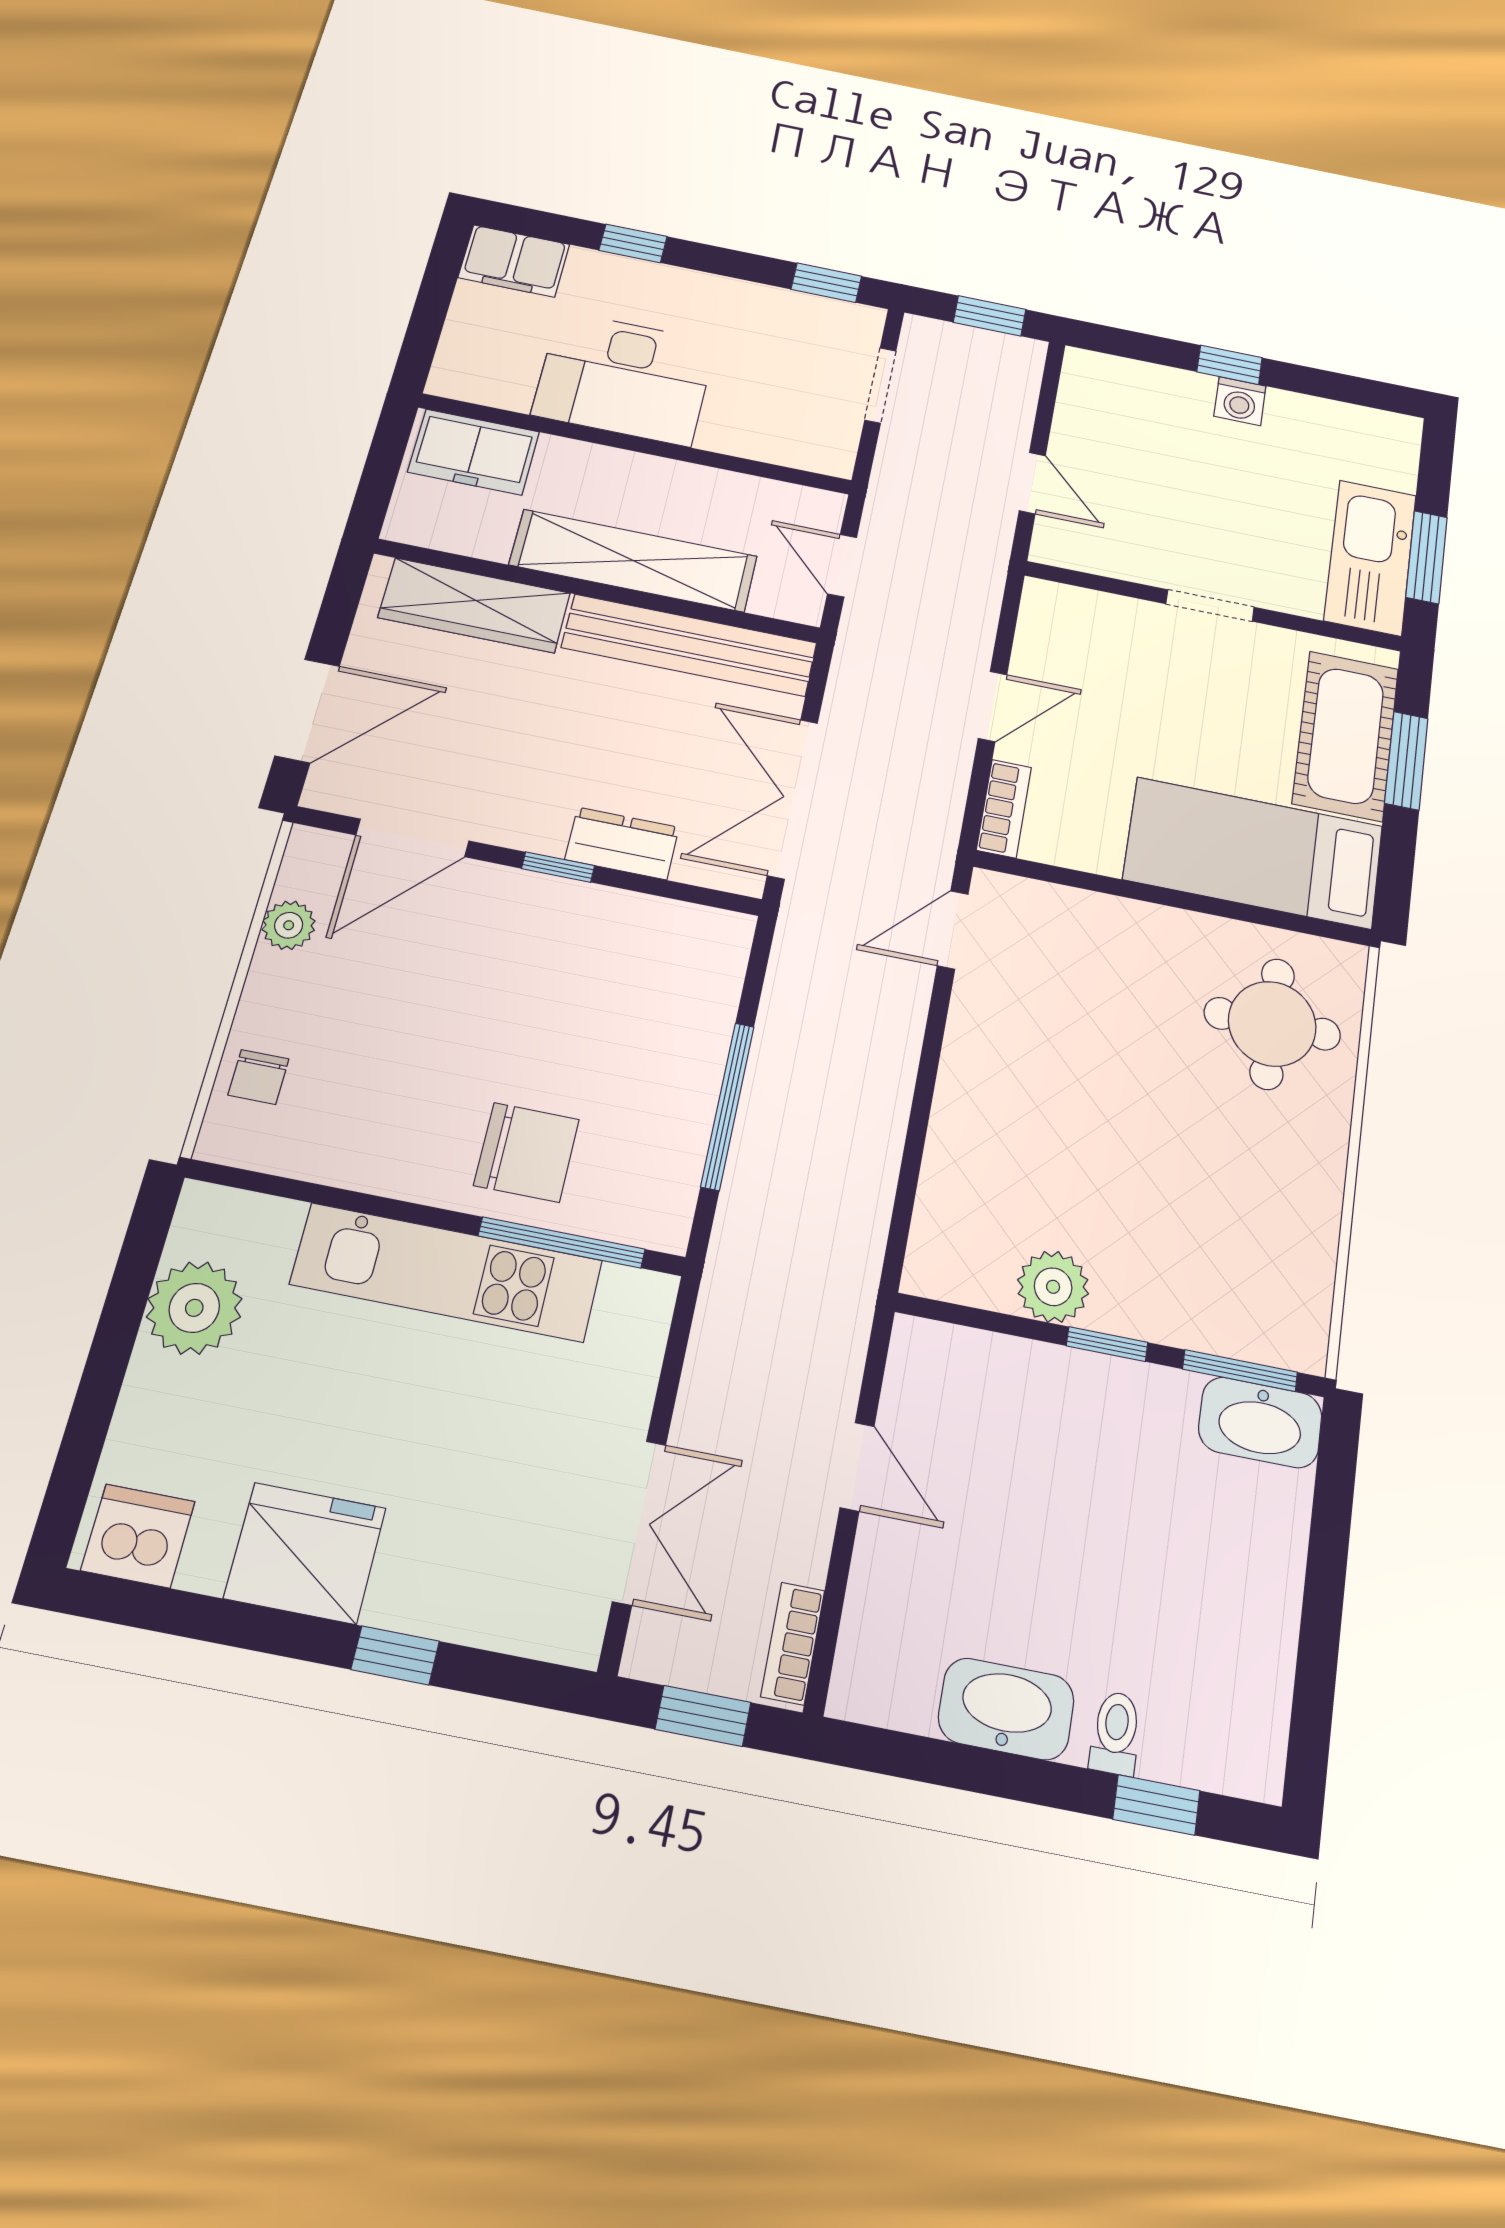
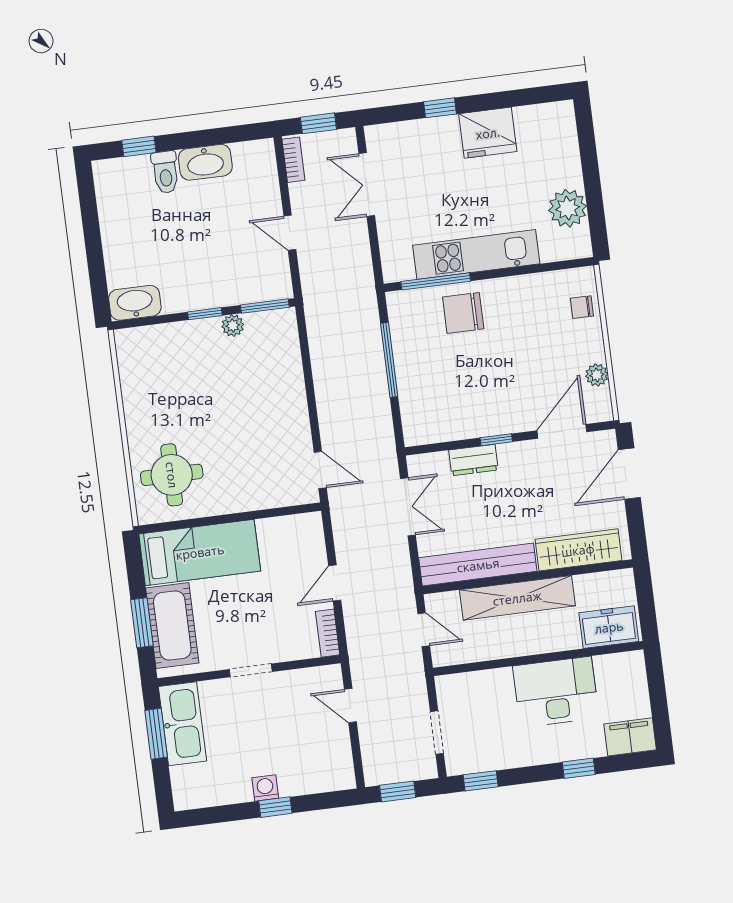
double door: (793, 798) -> (408, 507), width x0.73
bookcase: (1004, 809) -> (328, 633), moved
door: (953, 930) -> (320, 470), hinge flipped
chair: (258, 1077) -> (582, 307), turned -90
plant: (1053, 1287) -> (233, 326), width x0.73, depth x0.73
window: (1240, 1371) -> (265, 306), moved
dishwasher: (138, 1536) -> (552, 119), removed
toilet: (1116, 1733) -> (165, 172), width x1.37, depth x1.39

